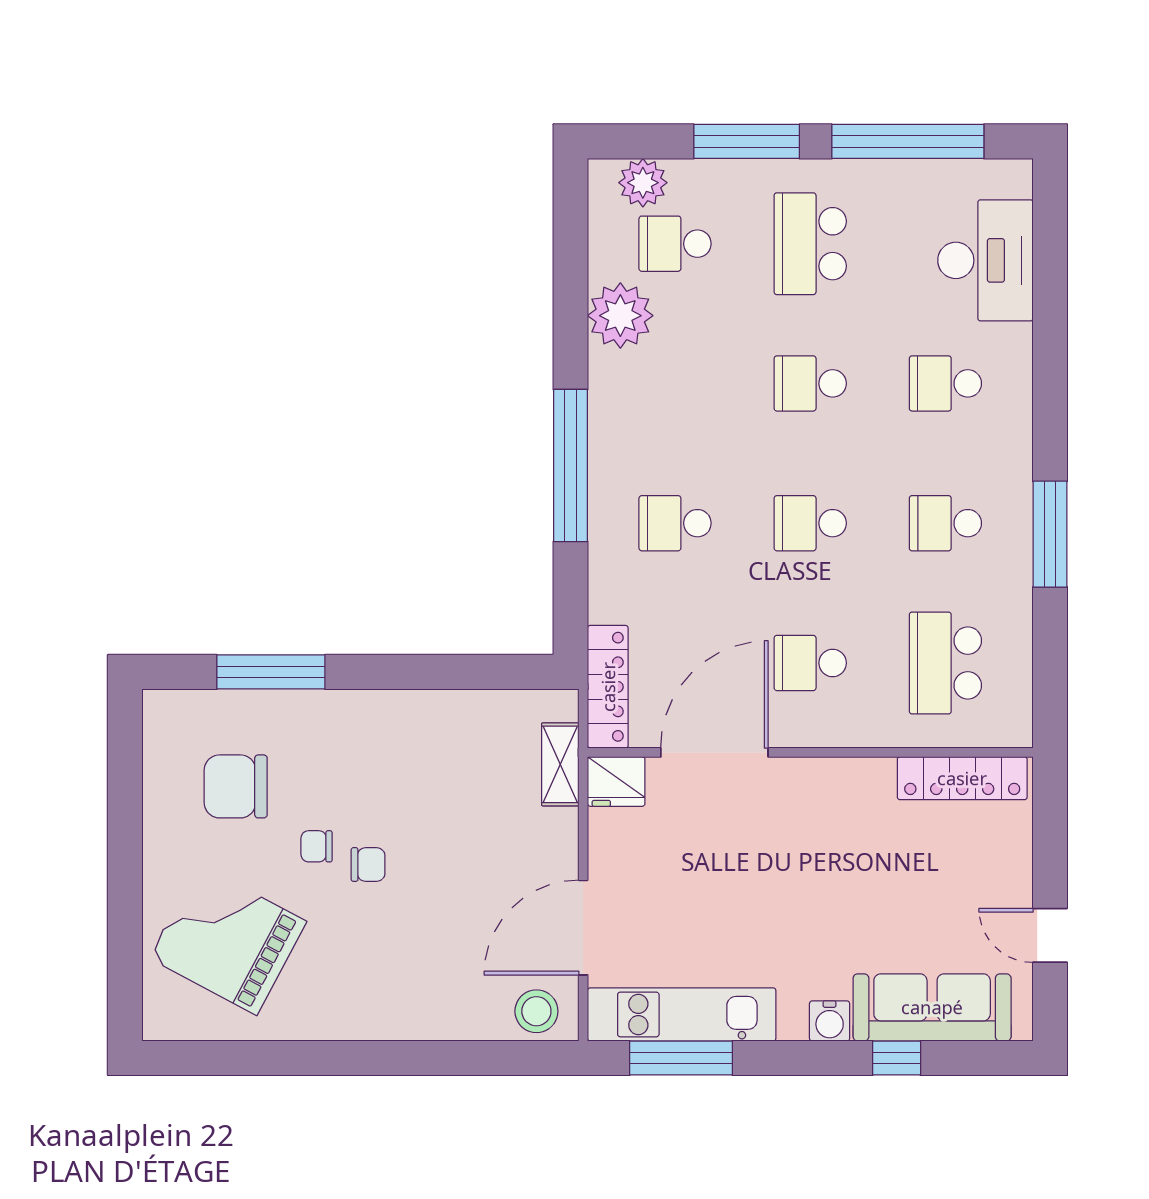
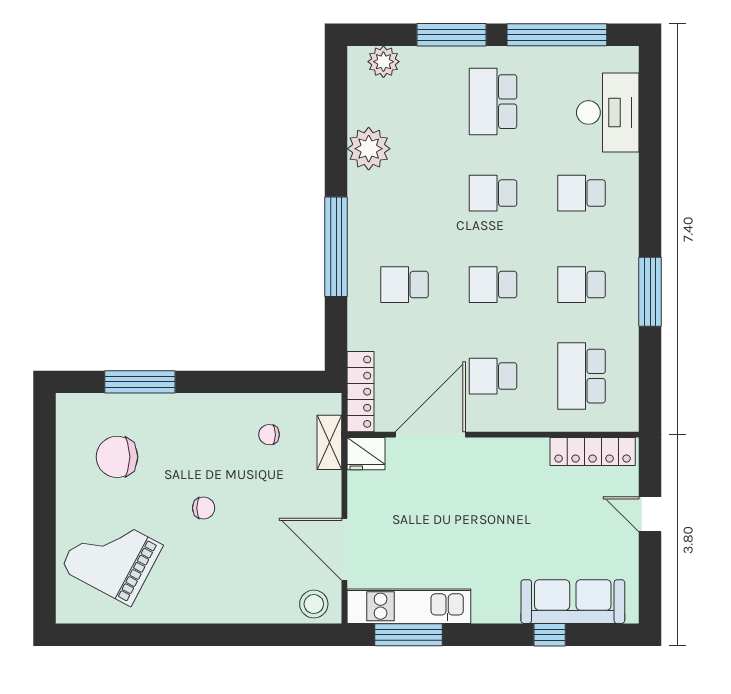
school desk: (675, 244) -> (405, 102), removed
chair: (316, 846) -> (269, 435), moved
door: (583, 928) -> (344, 549), hinge flipped
door: (1050, 935) -> (650, 514), moved
water cooler: (830, 1021) -> (506, 610), removed

